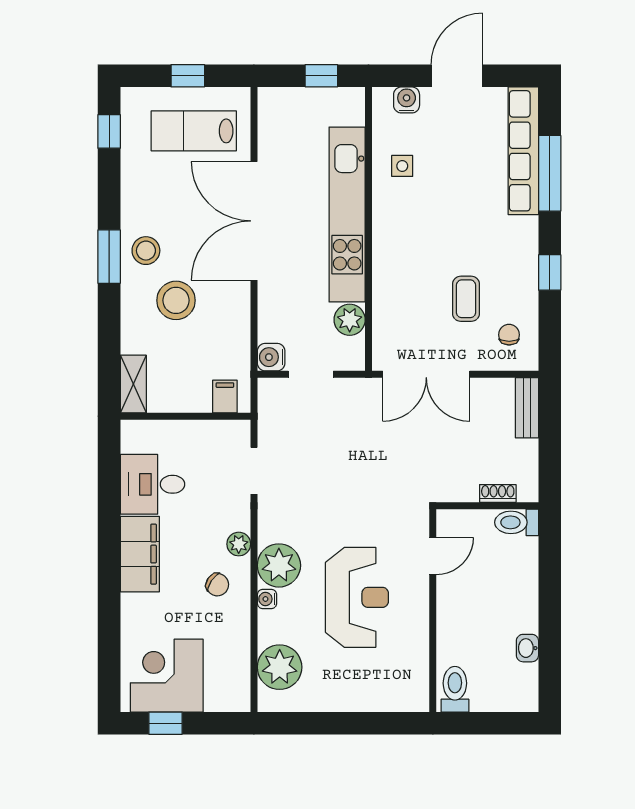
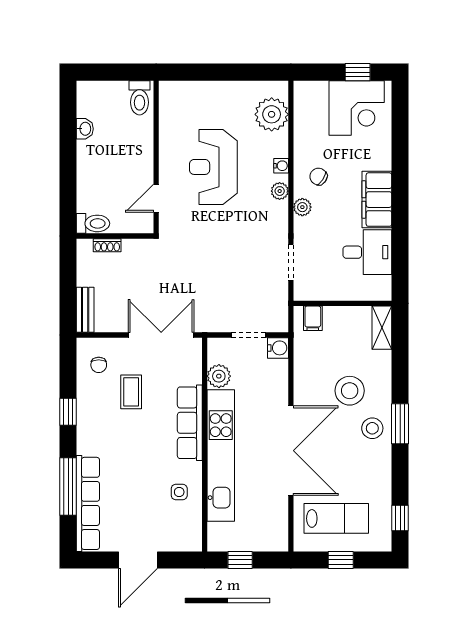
water cooler: (407, 100) -> (176, 542), removed
row of seats: (388, 258) -> (190, 423), added
plant: (279, 565) -> (280, 191), width x0.53, depth x0.53

